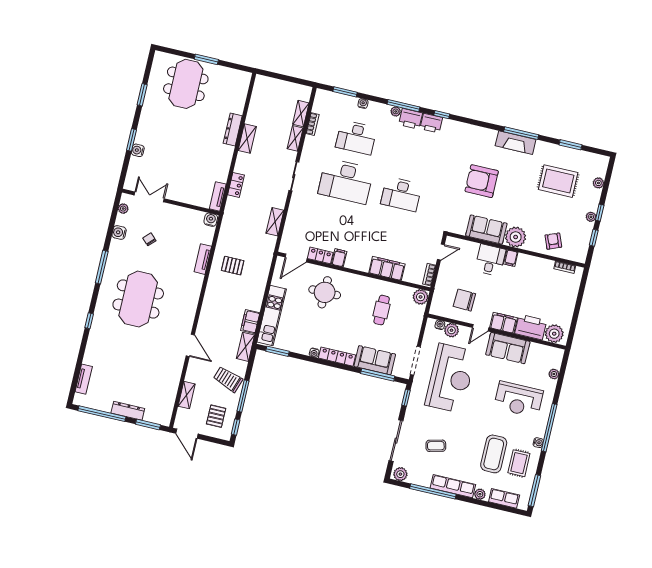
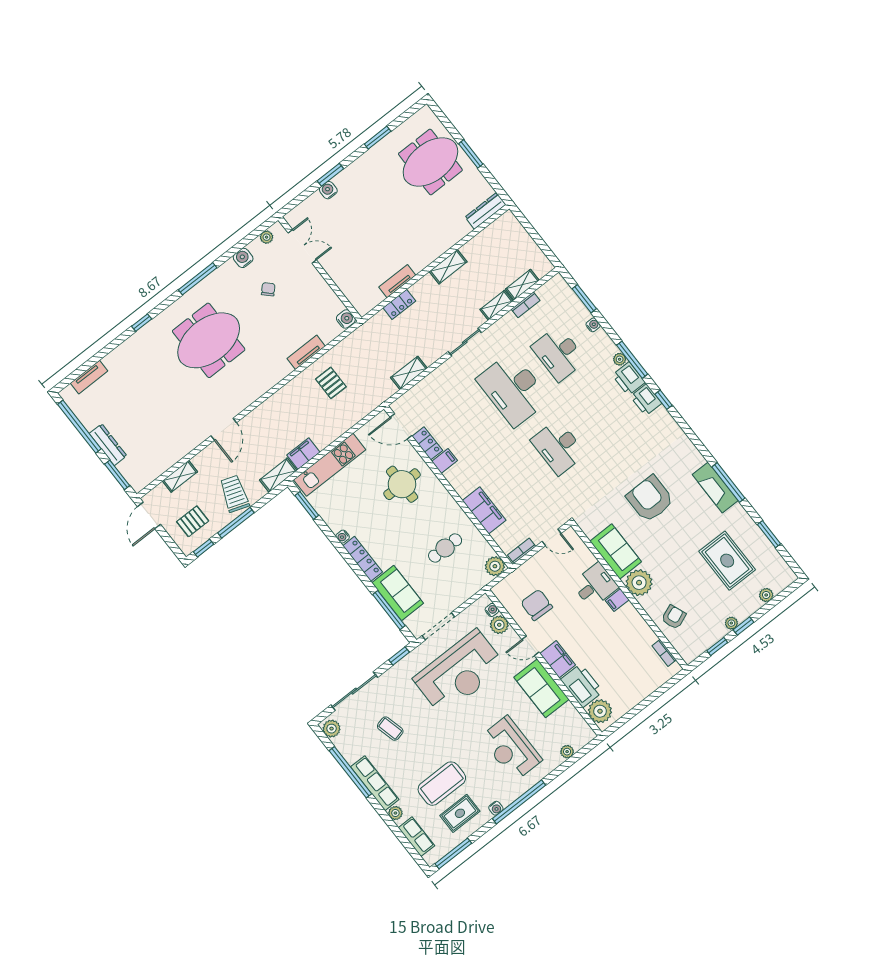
dresser: (233, 129) -> (485, 211), moved
tv unit: (218, 196) -> (397, 281), moved

